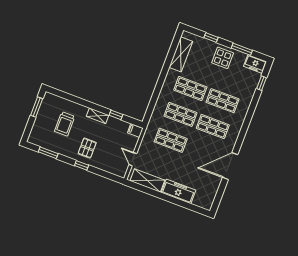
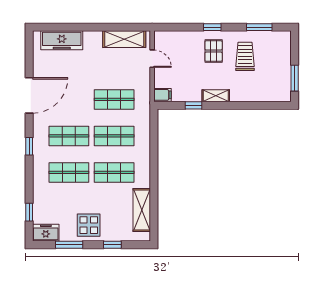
trolley: (65, 124) -> (245, 56), moved
window: (244, 130) -> (29, 146), added
freezer: (178, 191) -> (62, 40), moved

